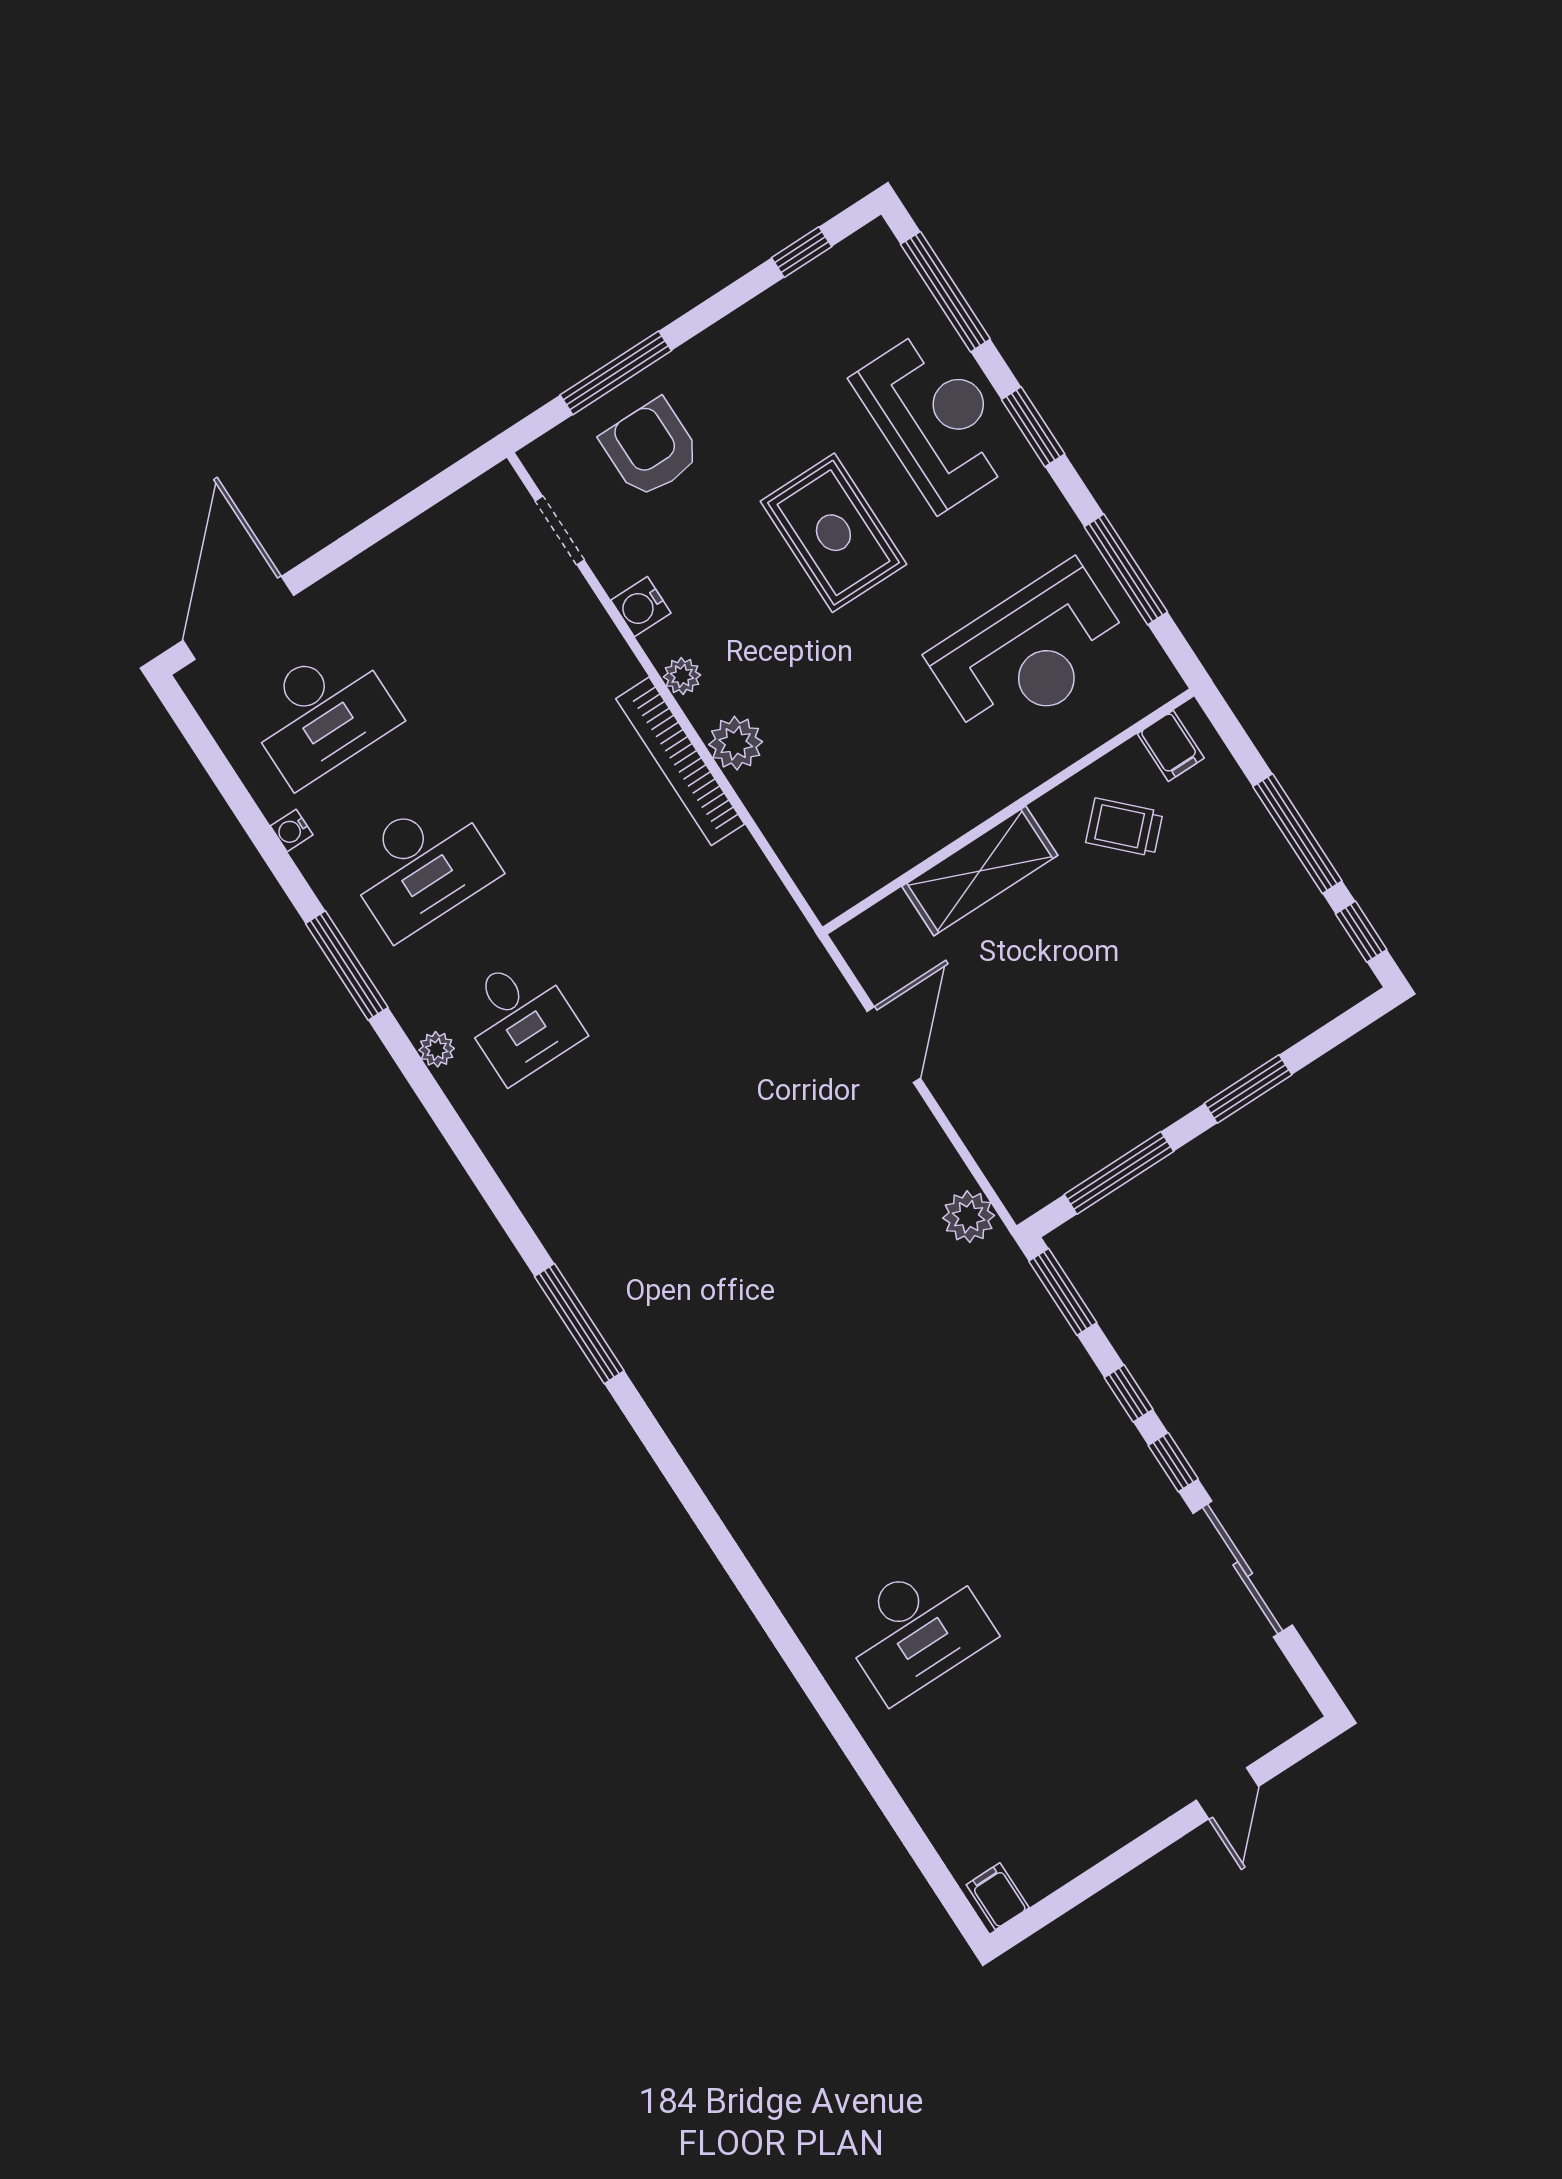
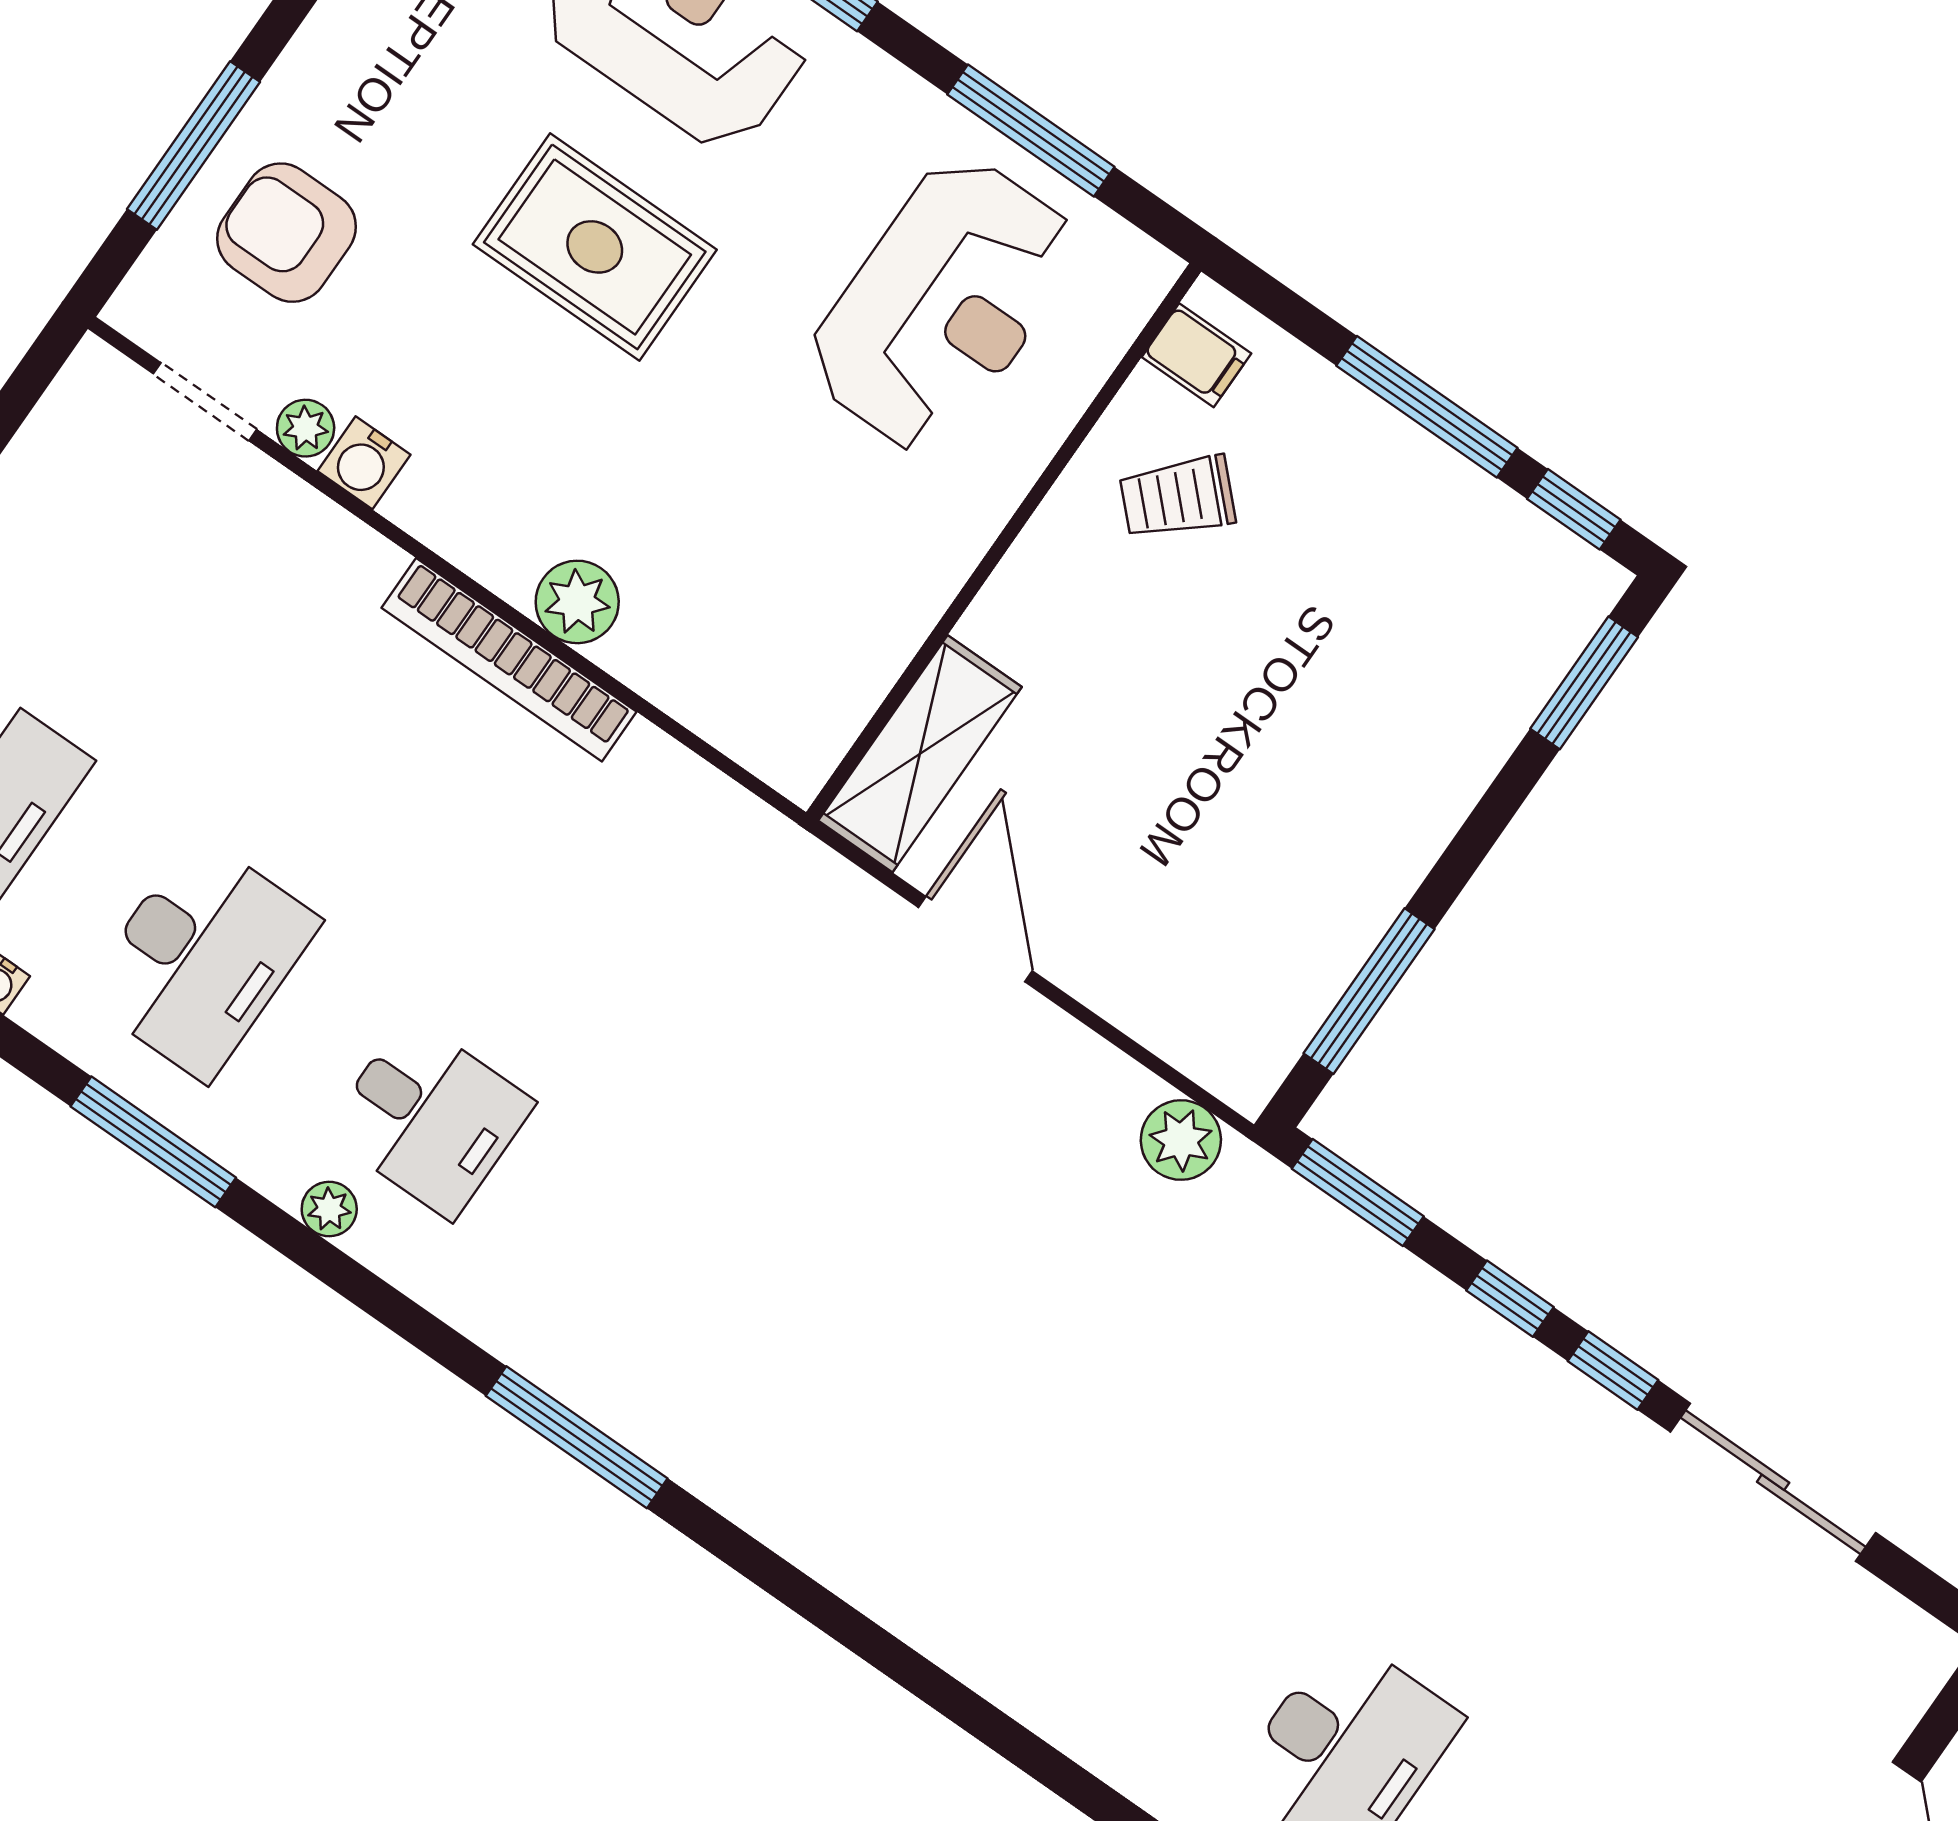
plant: (682, 676) -> (306, 428), moved
shelving: (980, 871) -> (920, 754), moved
window: (1248, 1089) -> (1584, 683), moved
window: (579, 1324) -> (577, 1437), moved

